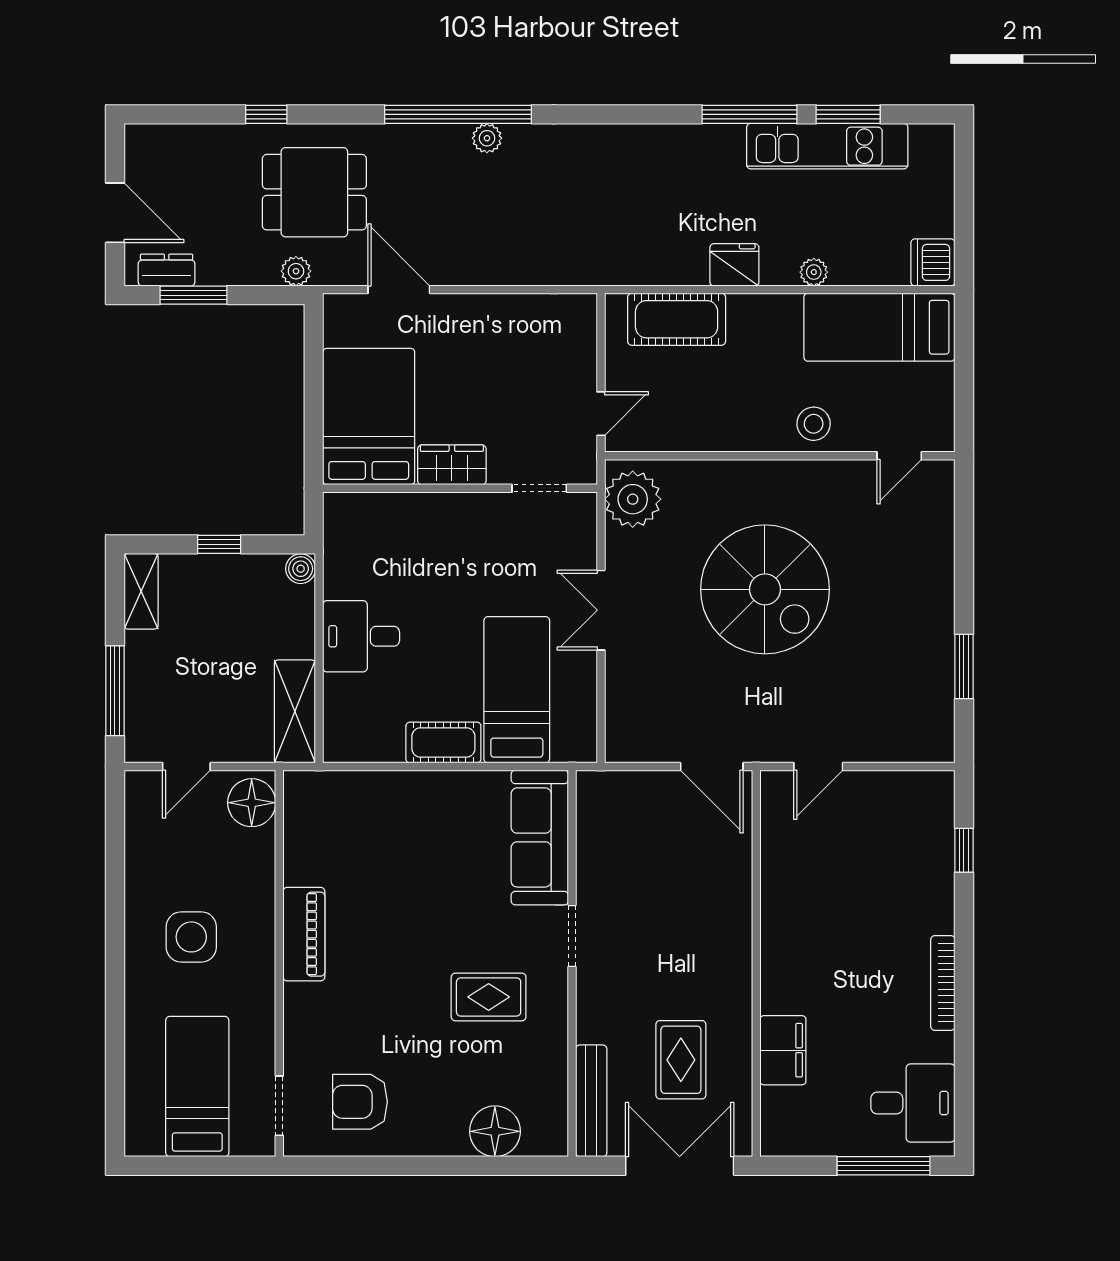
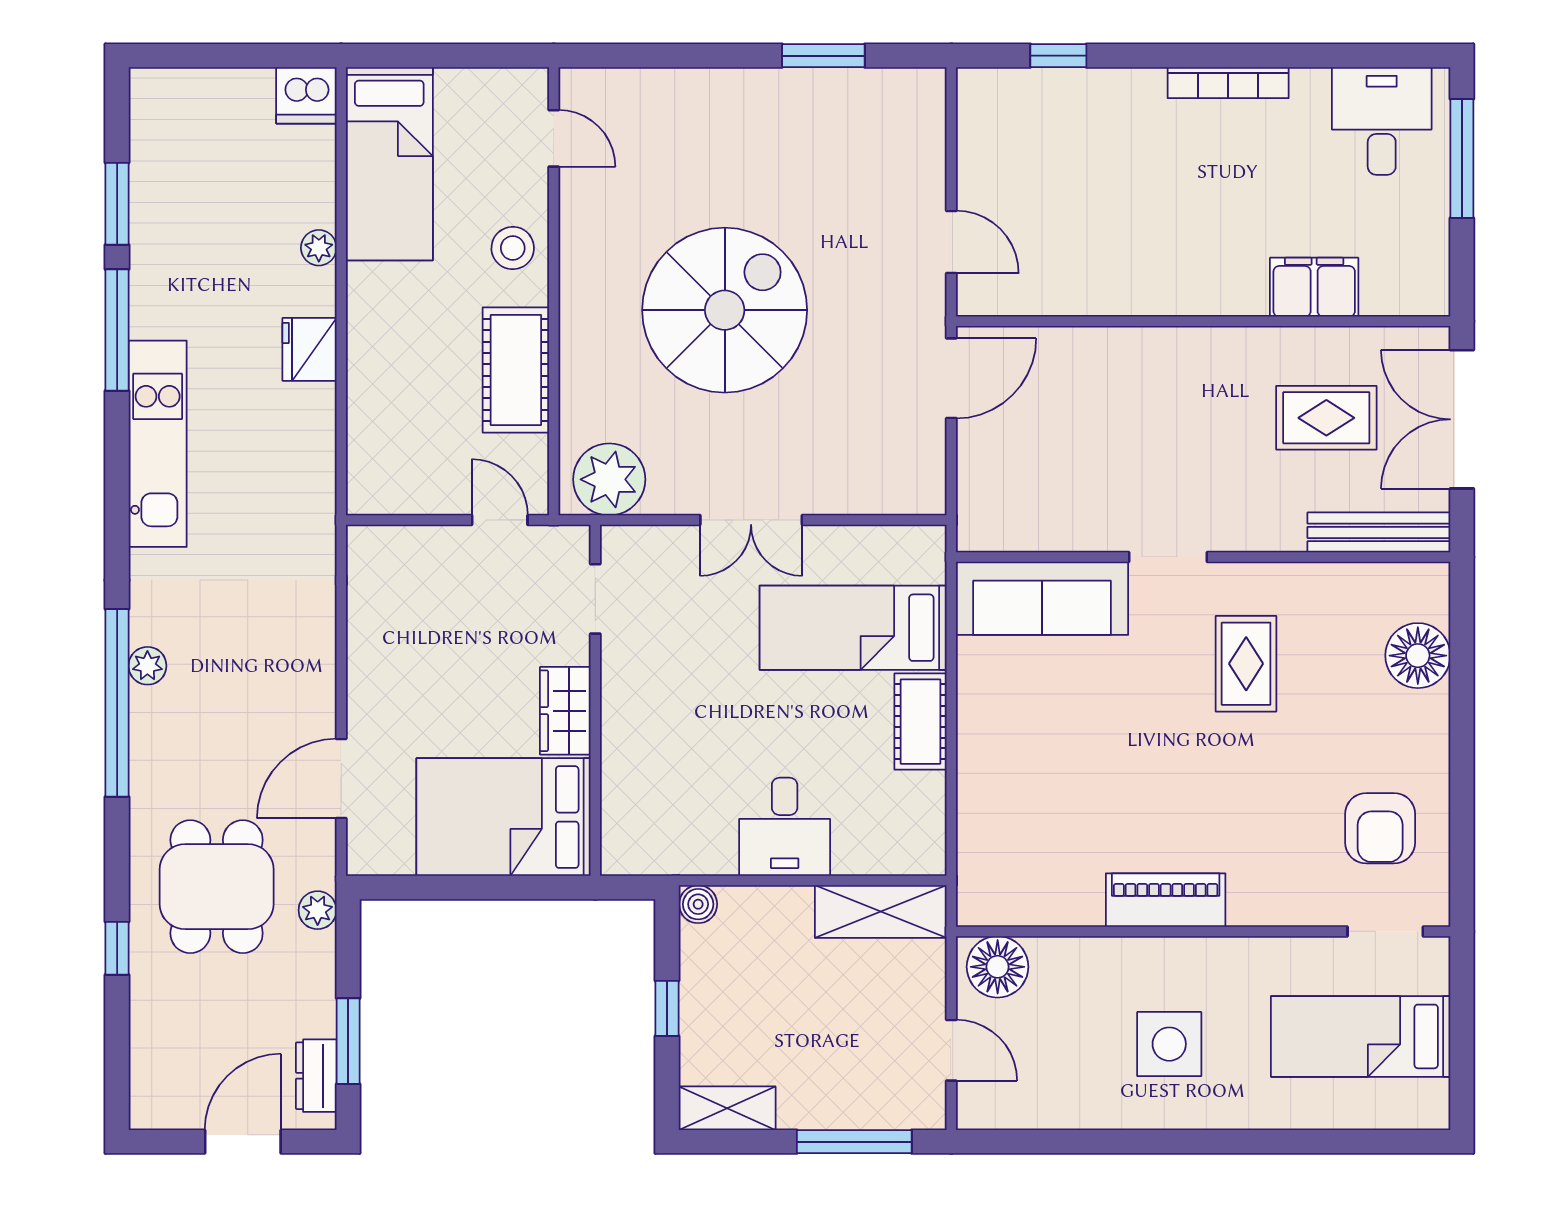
kitchen unit: (827, 146) -> (158, 444), moved
cot: (677, 319) -> (516, 370), moved

